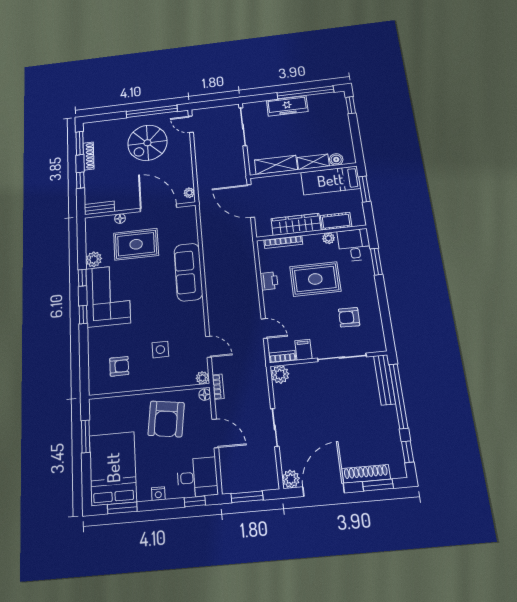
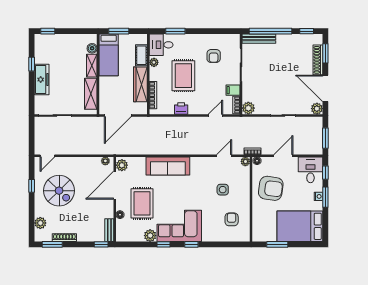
window: (305, 92) -> (32, 64), width x0.32
window: (152, 111) -> (32, 186), width x0.32
plant: (106, 127) -> (40, 223), added
window: (80, 180) -> (101, 244), moved
plant: (185, 213) -> (122, 165), added
window: (122, 508) -> (325, 197), moved

